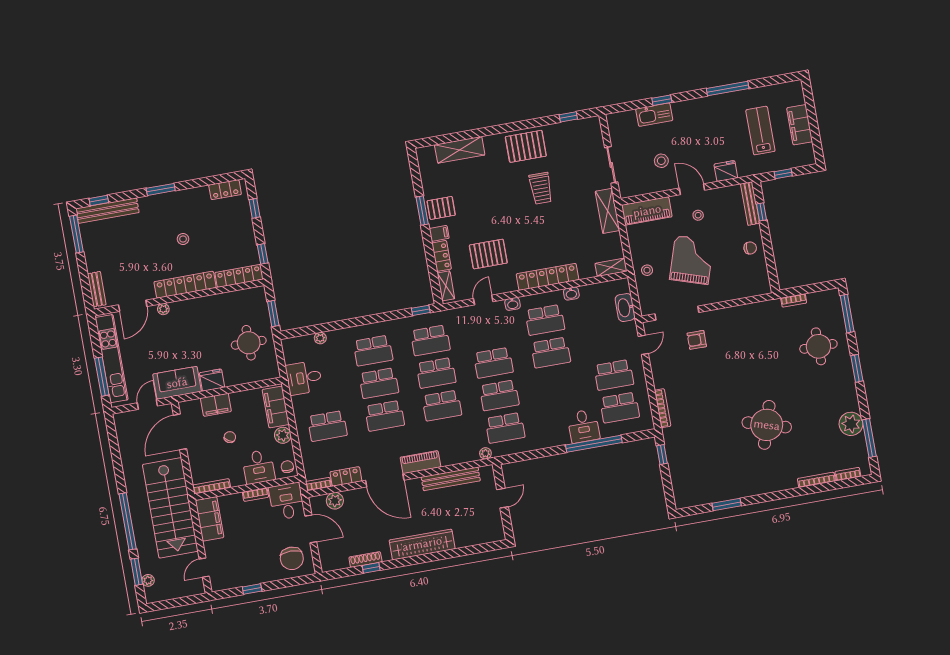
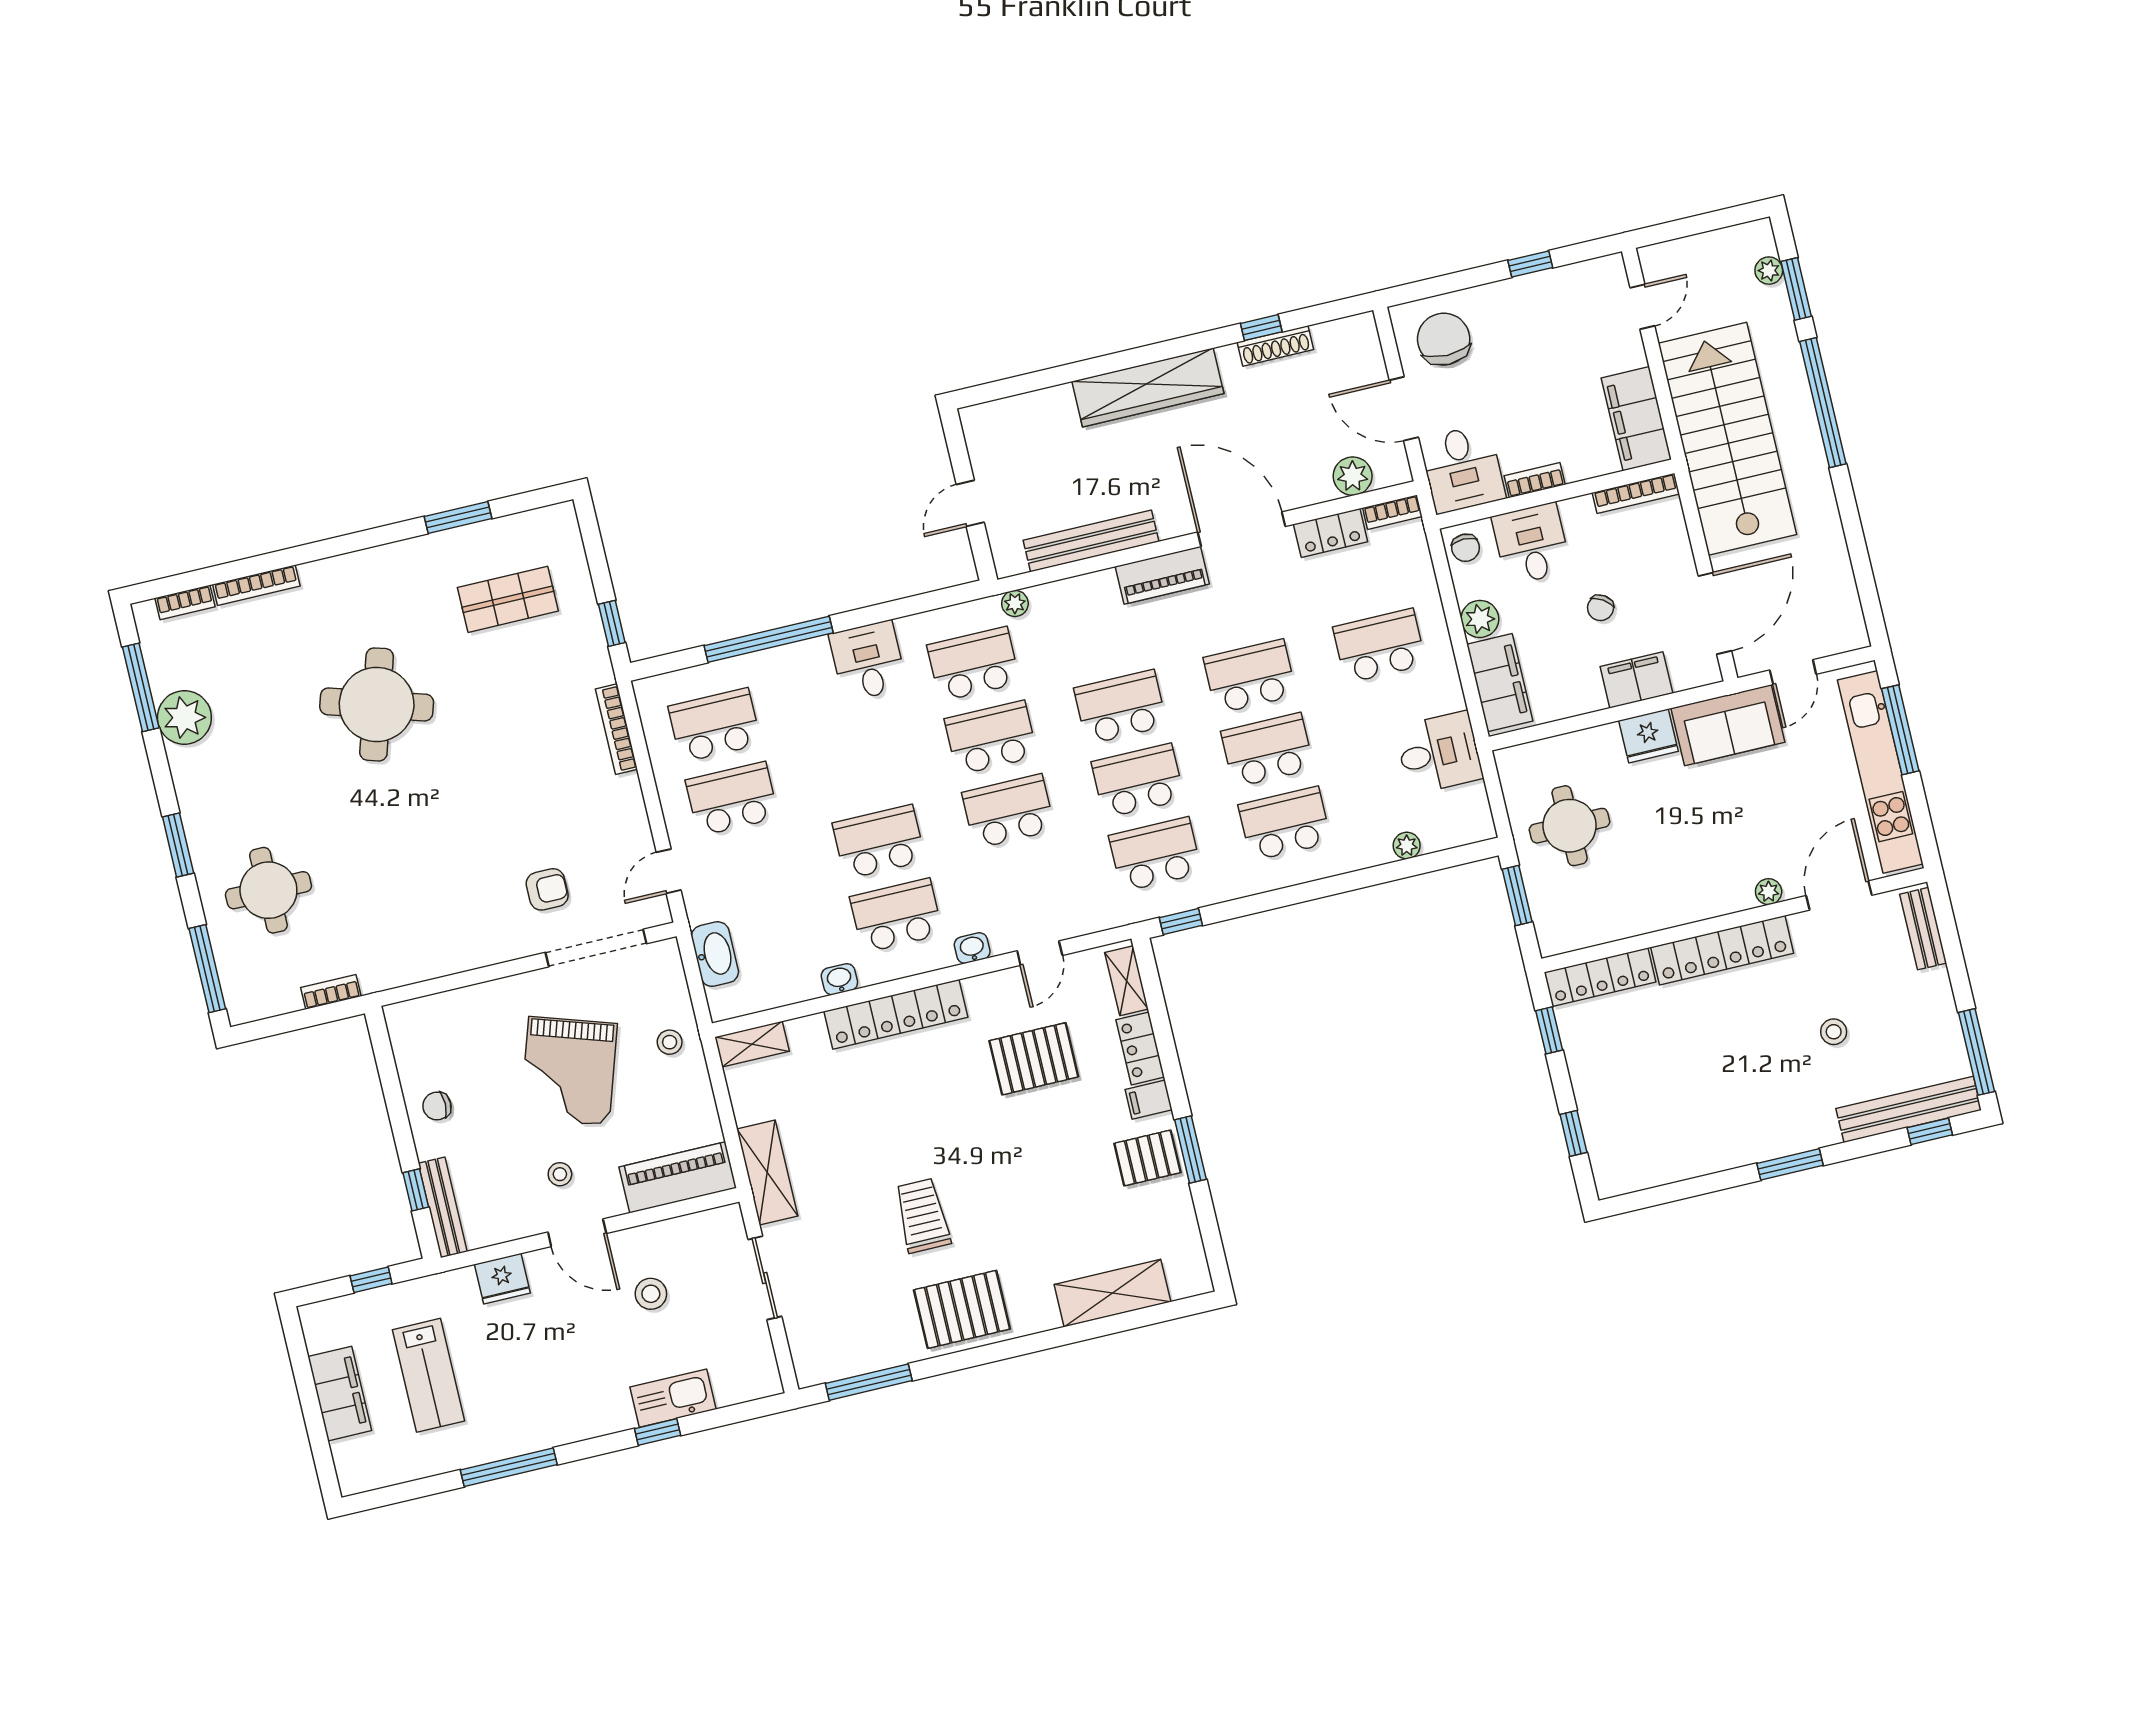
window: (568, 117) -> (869, 1382), width x2.17
locker: (225, 190) -> (1643, 1172), removed
stool: (183, 239) -> (1834, 1032), moved
desk: (583, 426) -> (868, 661), moved
shop shelf: (707, 468) -> (508, 599), added

